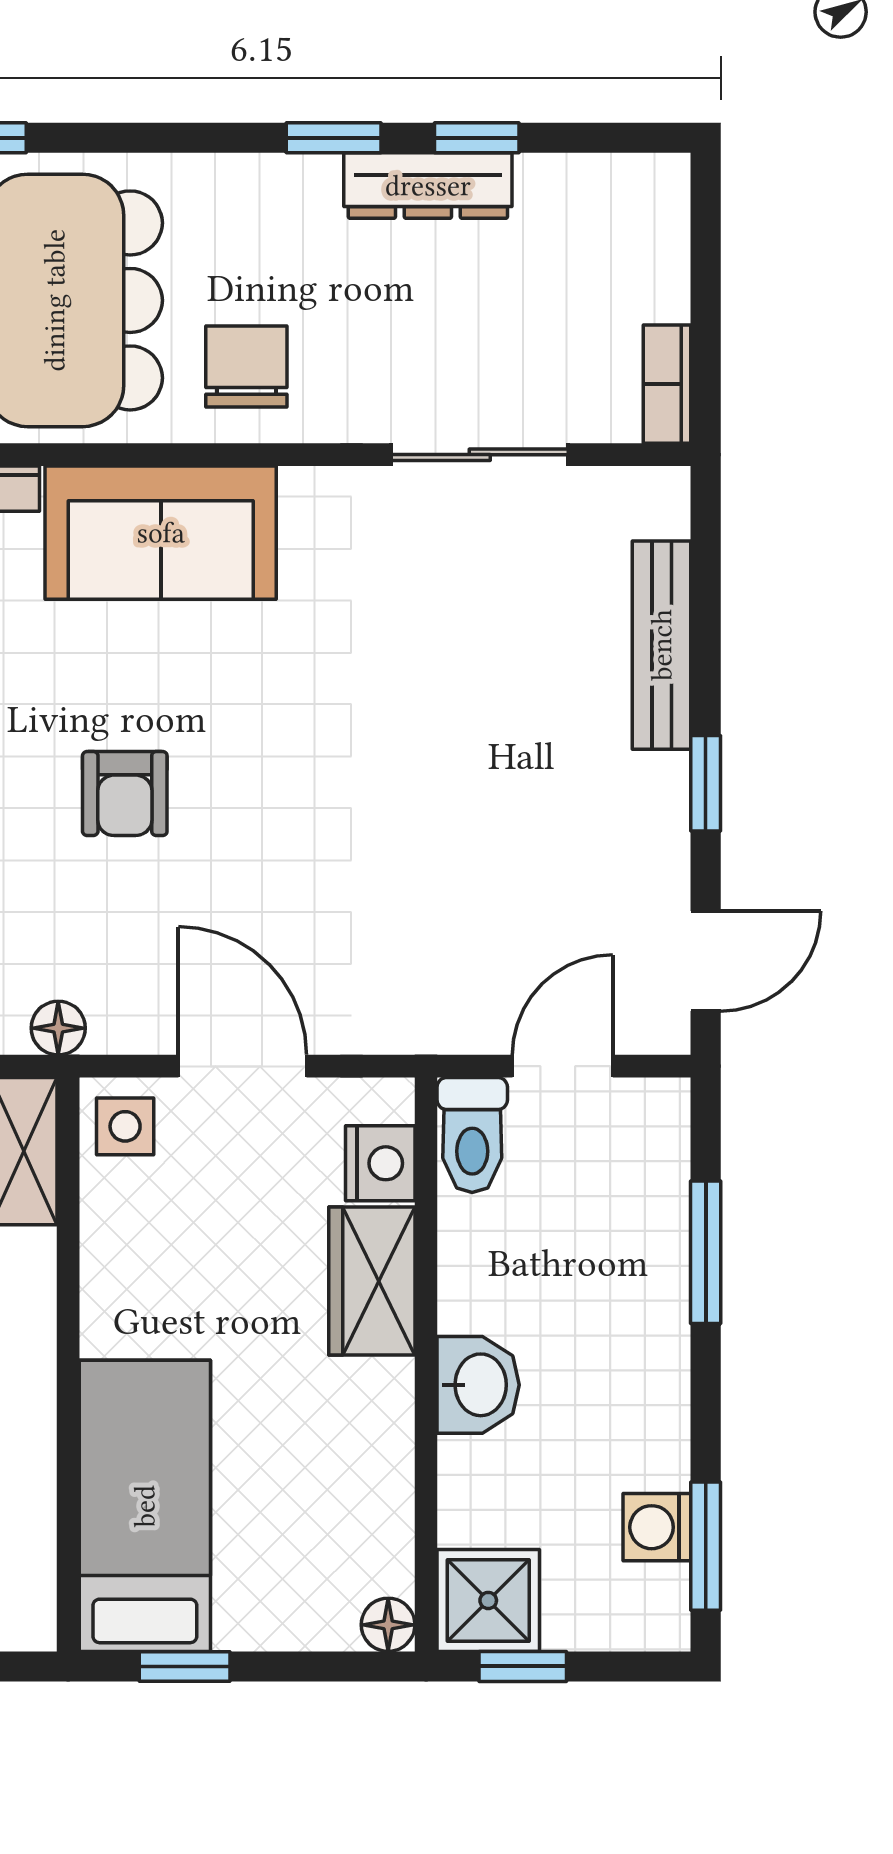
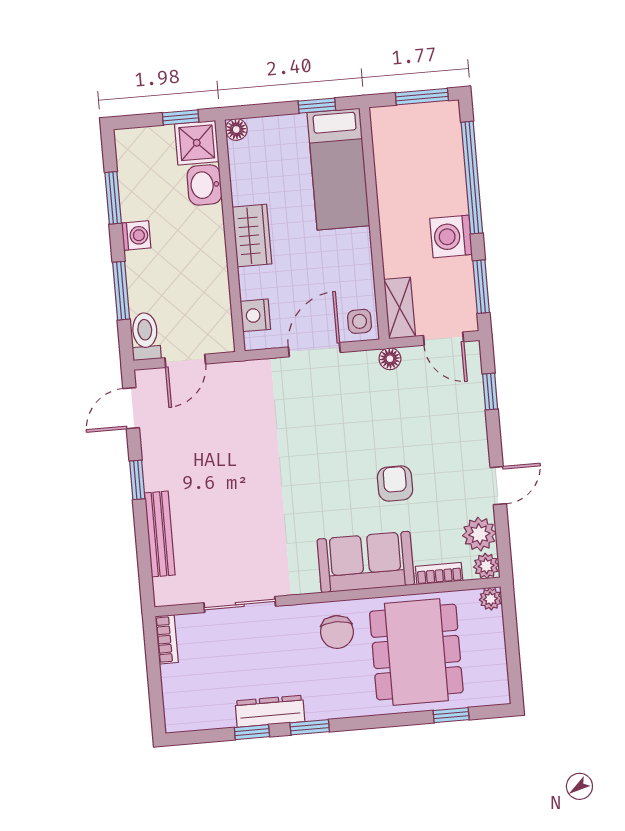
armchair: (125, 794) -> (395, 483), moved
door: (243, 1066) -> (314, 350), swing flipped
toilet: (472, 1135) -> (145, 336), moved
wardrobe: (372, 1281) -> (252, 236), moved
washbasin: (478, 1385) -> (204, 185), moved
washing machine: (657, 1527) -> (136, 236), moved
window: (706, 1546) -> (113, 198), moved

